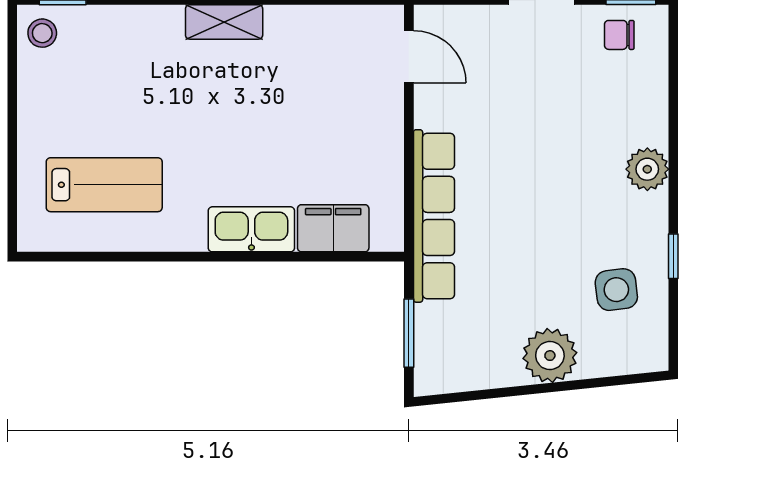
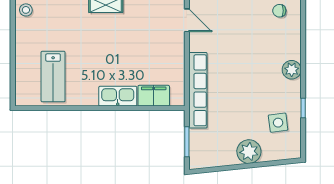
lab bench: (104, 185) -> (53, 77), turned 90

